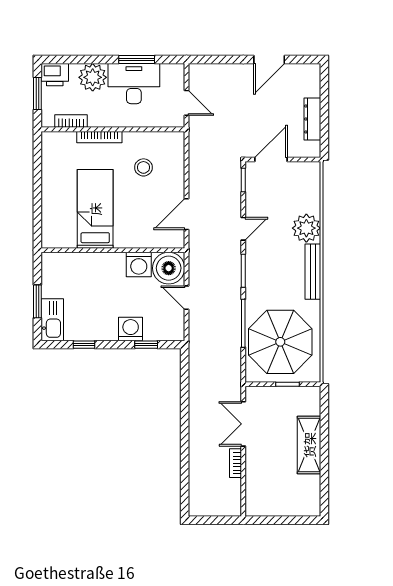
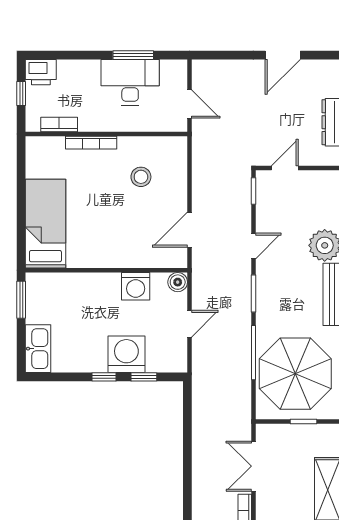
plant: (93, 77) -> (84, 75), removed
window: (37, 94) -> (21, 93), width x0.67
door: (271, 160) -> (285, 168), width x0.73
bed: (95, 209) -> (45, 224), moved
boiler: (169, 268) -> (178, 282), width x0.54, depth x0.54
door: (187, 298) -> (189, 324), swing flipped
window: (37, 301) -> (21, 300), moved
washing machine: (131, 329) -> (126, 354), width x1.37, depth x1.37
window: (84, 345) -> (104, 377), moved

